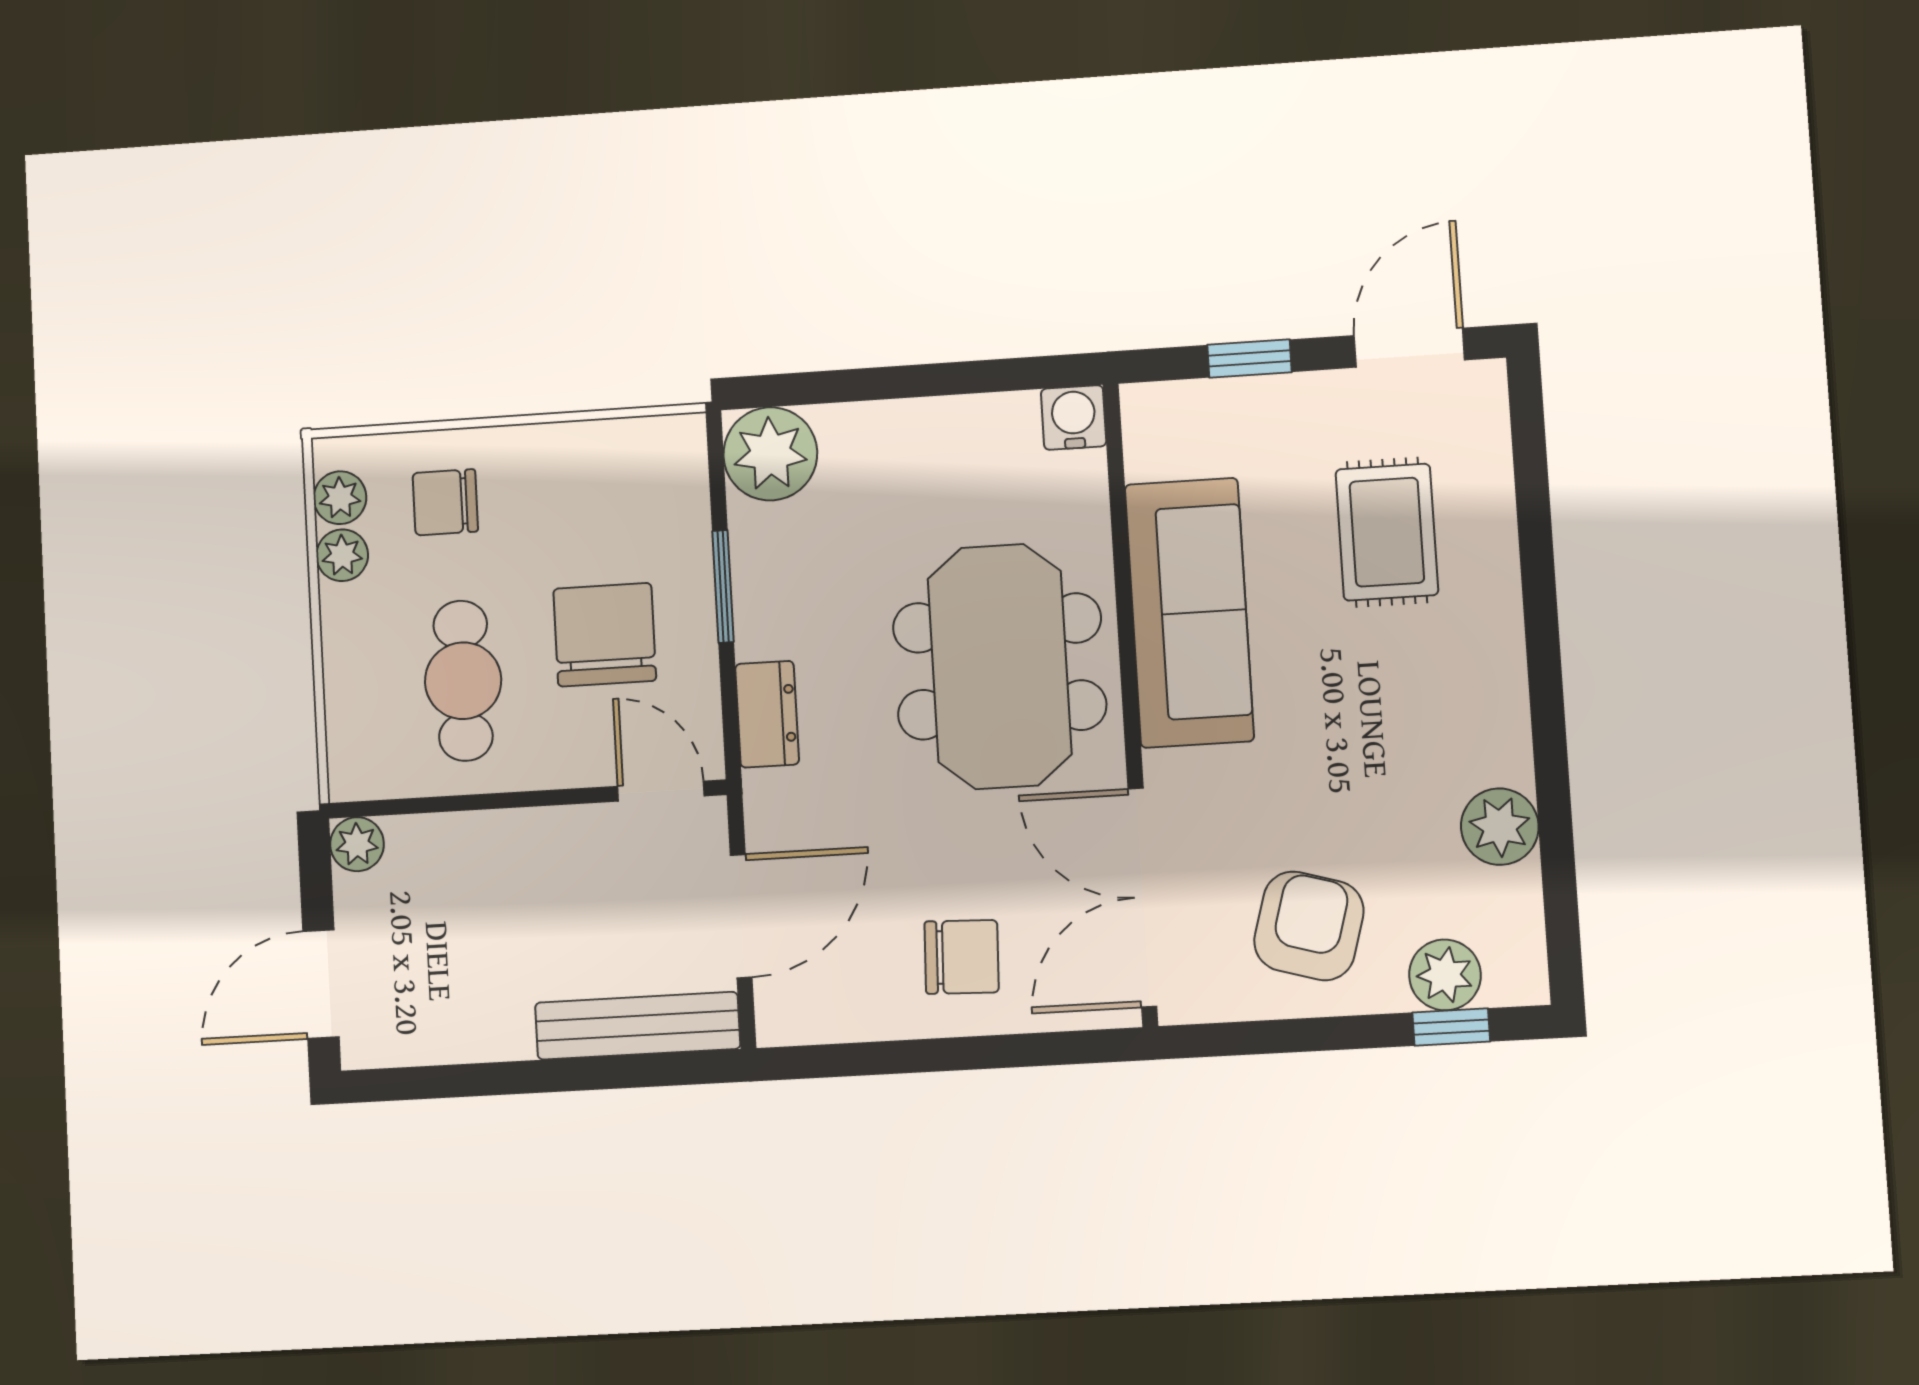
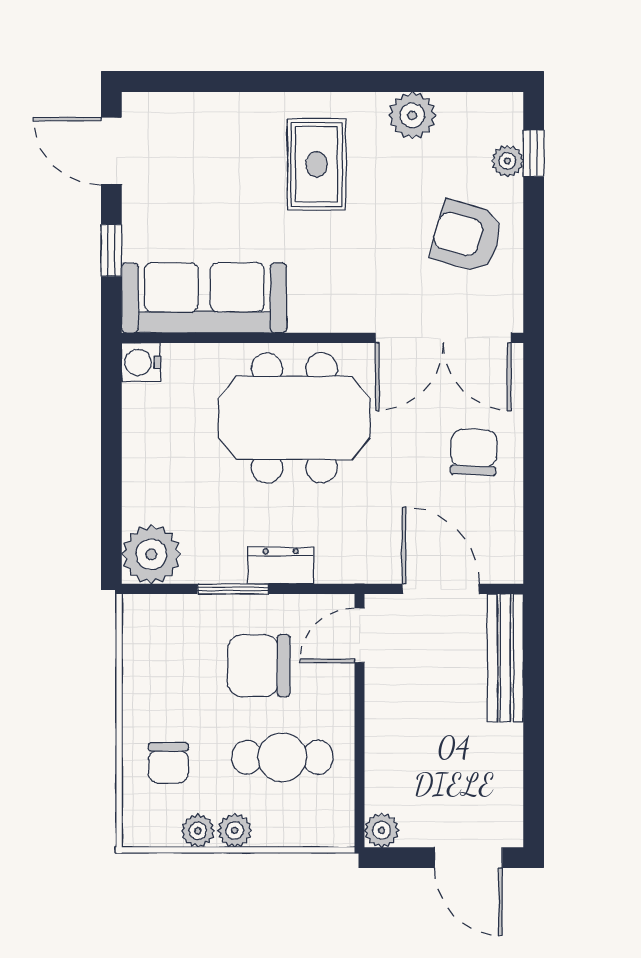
plant: (340, 498) -> (235, 830), moved
rug: (1387, 532) -> (317, 164), moved, turned 90
sofa: (1189, 613) -> (204, 298), moved
dresser: (767, 714) -> (281, 566), moved
plant: (1445, 975) -> (507, 161), width x0.73, depth x0.73

